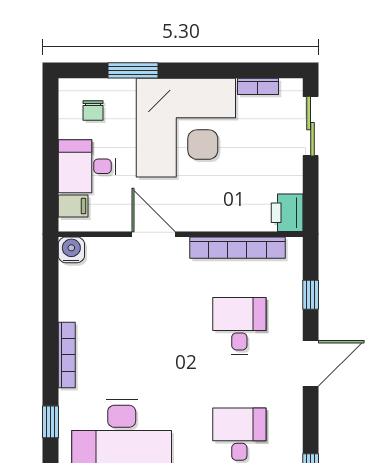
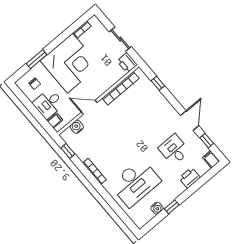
sliding door: (311, 126) -> (120, 39), moved
water cooler: (71, 250) -> (77, 127), moved
desk: (239, 326) -> (143, 113), removed
door: (311, 363) -> (190, 121), moved
window: (50, 422) -> (68, 151), moved

